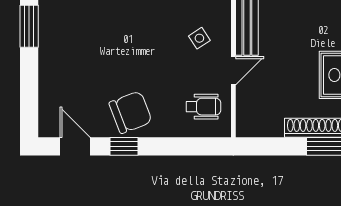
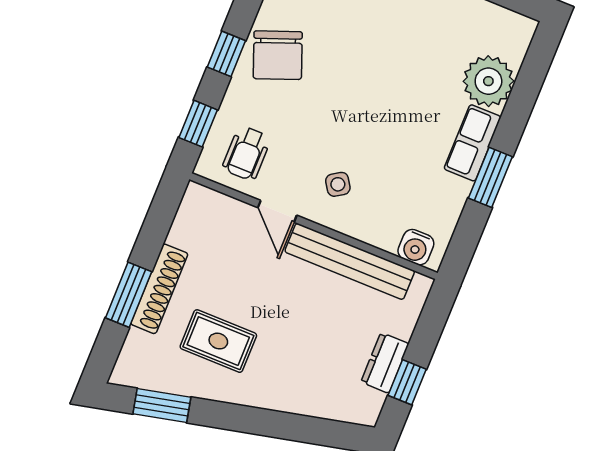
window: (124, 146) -> (226, 54), moved
window: (197, 146) -> (198, 124), added

